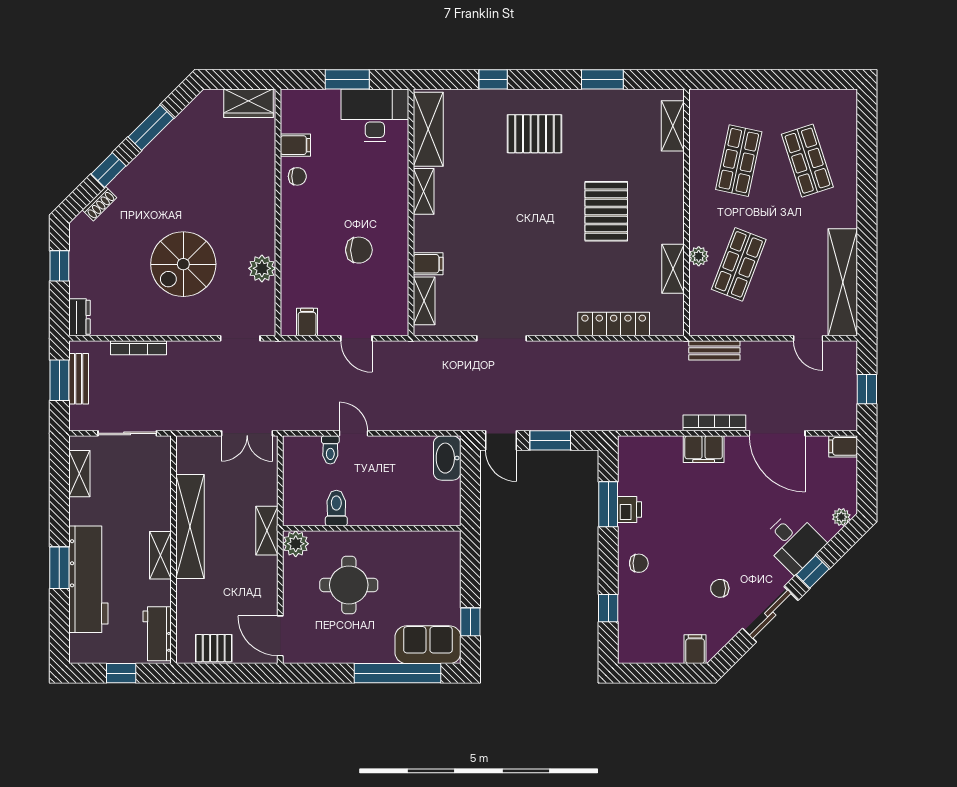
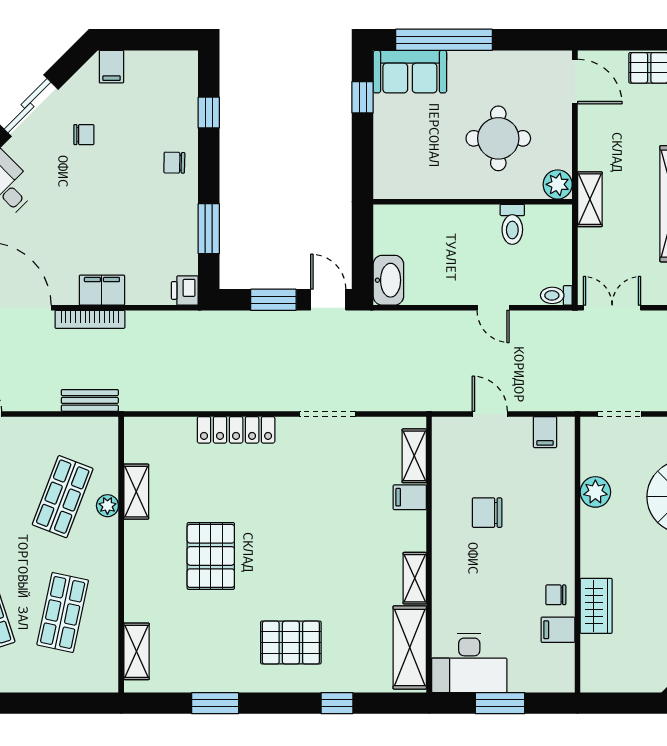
wardrobe: (248, 103) -> (596, 606), moved, turned 90
locker: (614, 324) -> (236, 430), moved
toilet: (330, 450) -> (556, 295), moved, turned -90
printer: (629, 510) -> (185, 290), moved

